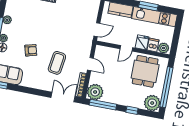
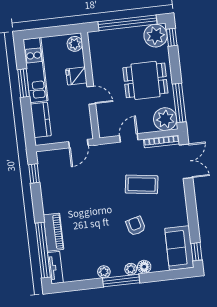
door: (97, 30) -> (78, 144), swing flipped
dishwasher: (153, 45) -> (75, 60), removed
dining table: (145, 71) -> (145, 80), moved
double door: (63, 97) -> (186, 161), swing flipped
window: (132, 110) -> (172, 37), moved

